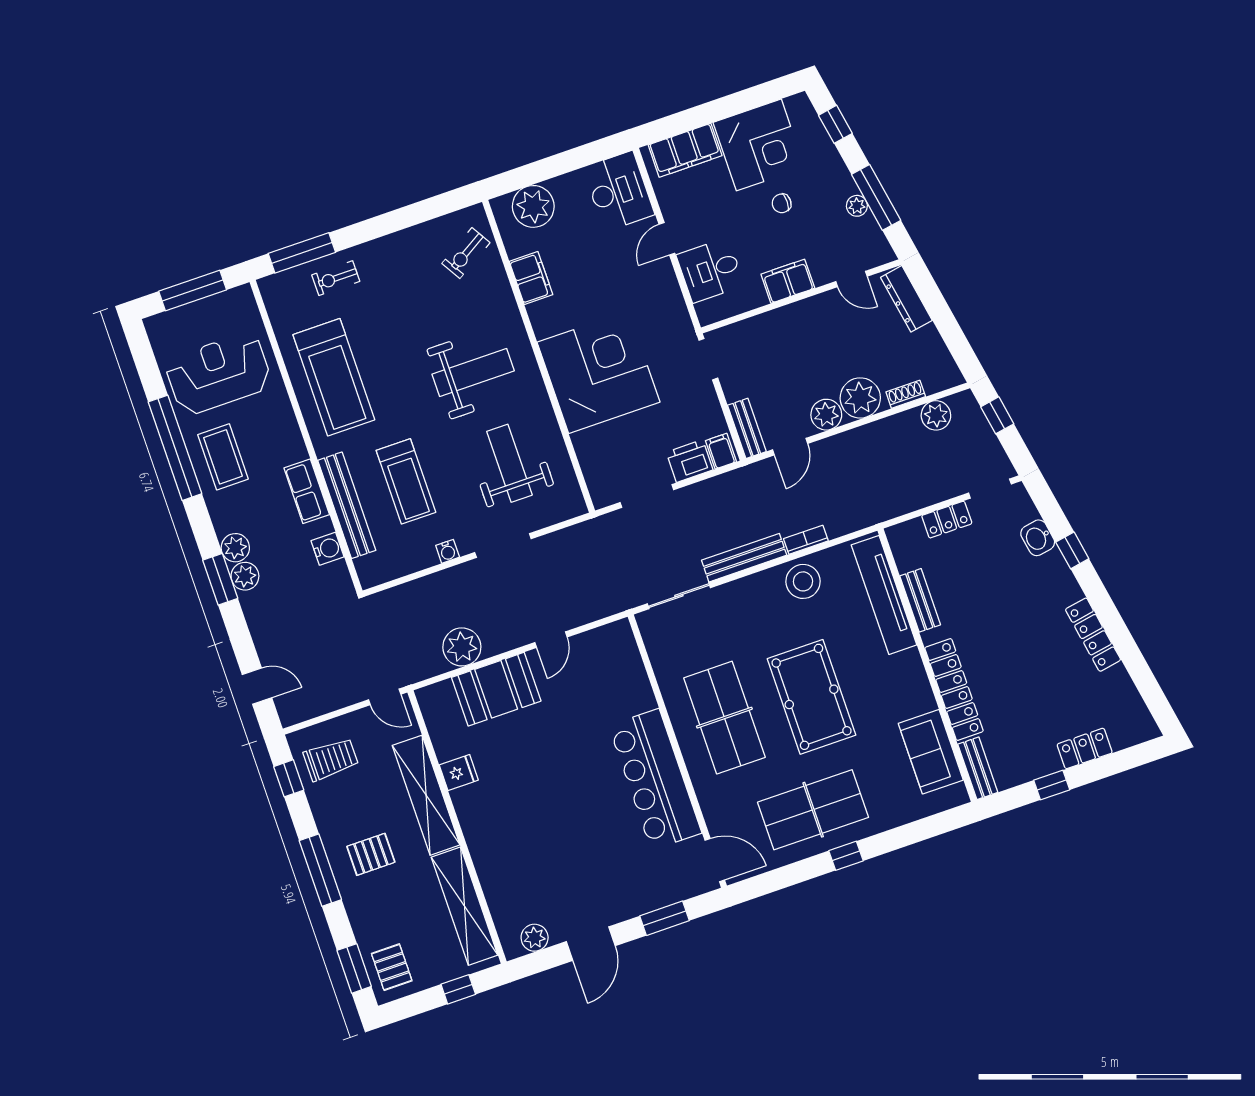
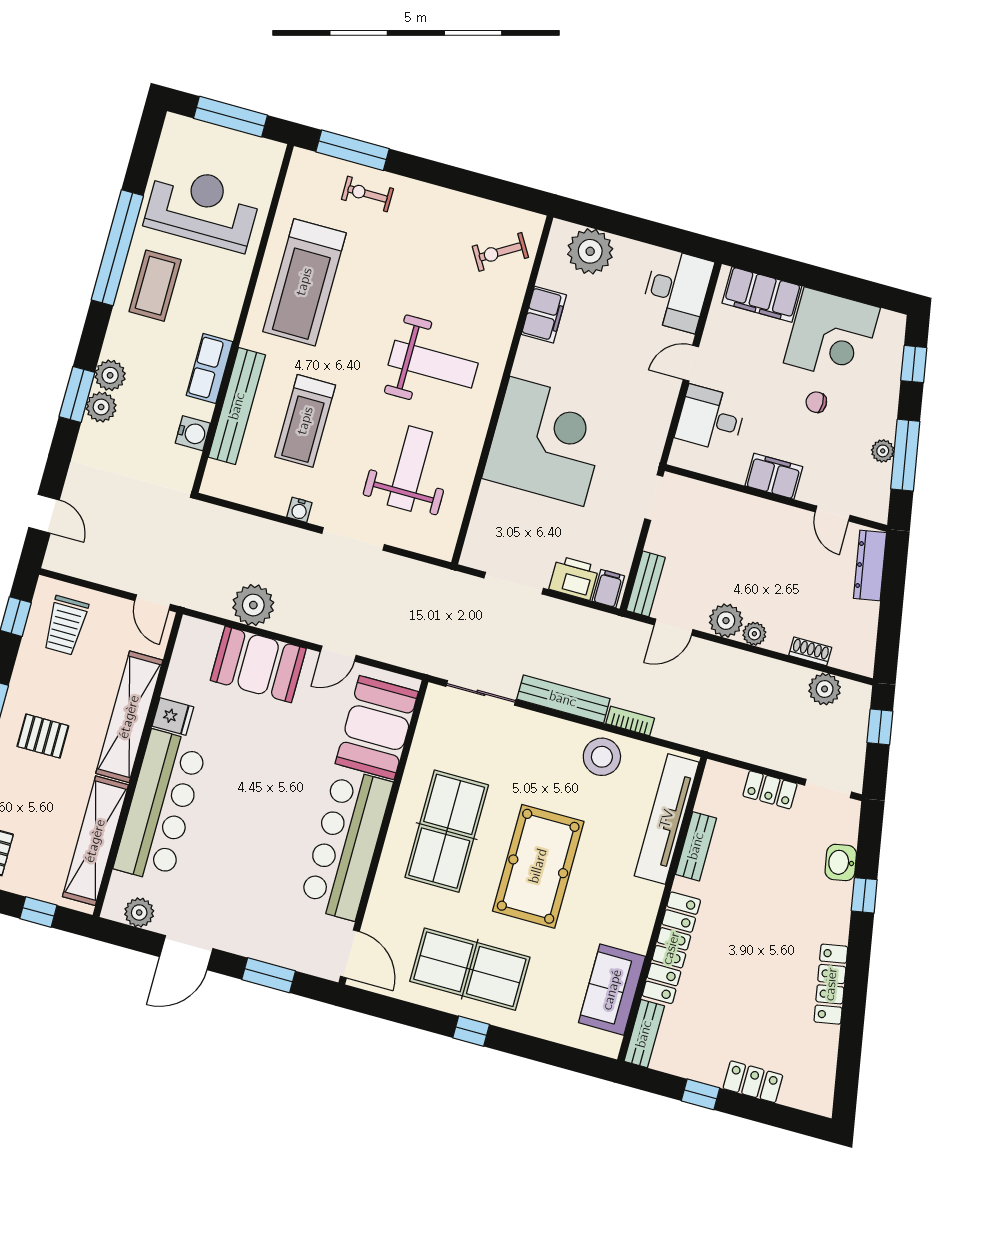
plant: (860, 398) -> (754, 634), width x0.53, depth x0.53
booth: (618, 676) -> (377, 728), added
trolley: (331, 759) -> (66, 625), turned 90
bar counter: (496, 847) -> (161, 806), added

